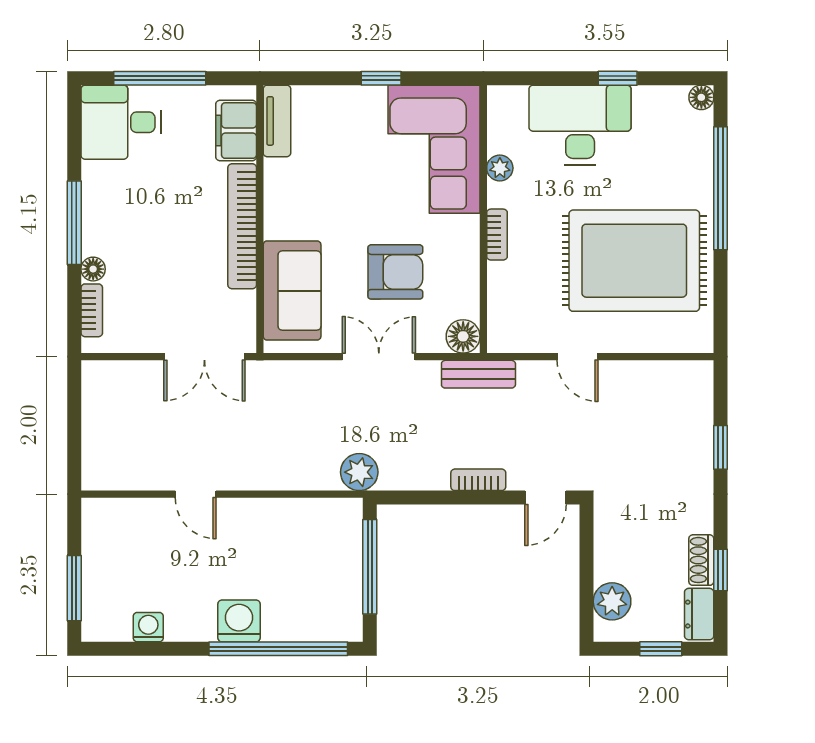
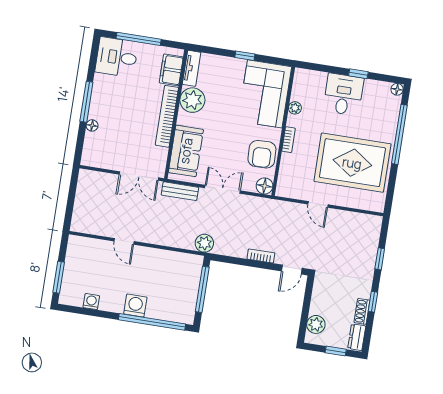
desk: (580, 125) -> (343, 94), width x0.73
plant: (289, 185) -> (192, 100), added
armchair: (395, 272) -> (262, 154), moved, turned 88
bookcase: (92, 310) -> (88, 145), removed
bench: (478, 374) -> (180, 191), moved
window: (721, 570) -> (373, 302), moved

